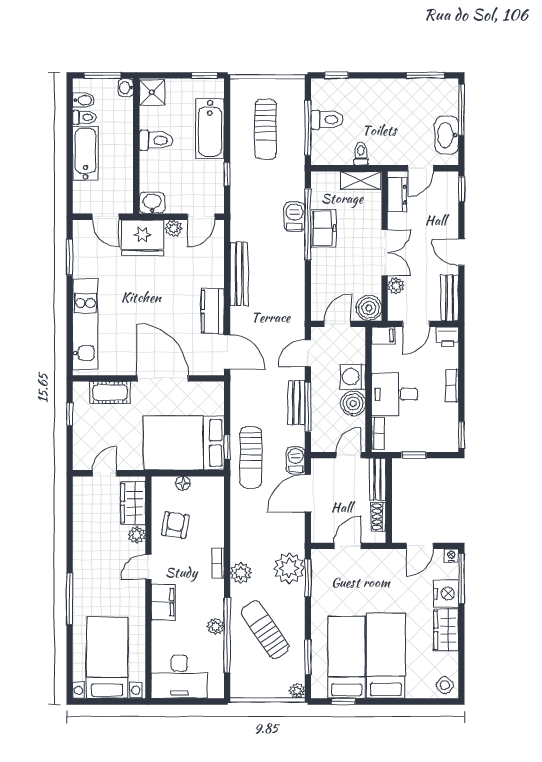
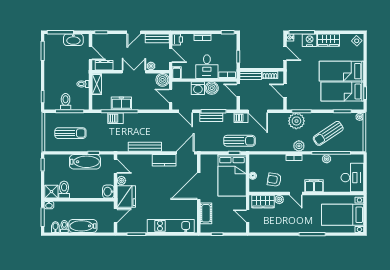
bathtub: (210, 129) -> (85, 162), moved
toilet: (156, 140) -> (64, 190), moved

